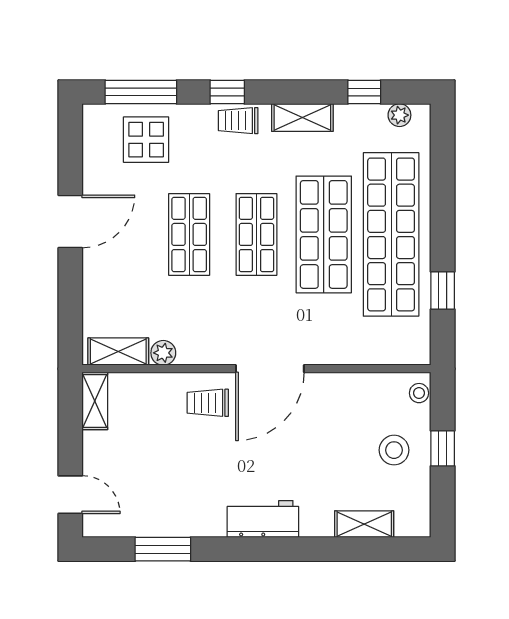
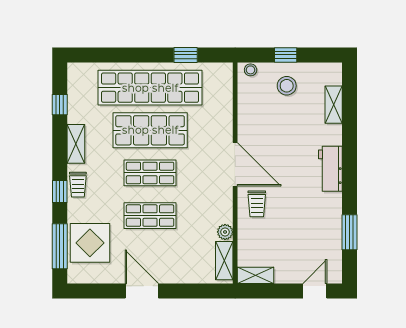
plant: (399, 115) -> (74, 82), removed
display table: (146, 140) -> (90, 243), width x1.36, depth x1.36

